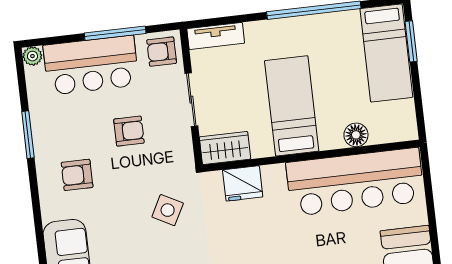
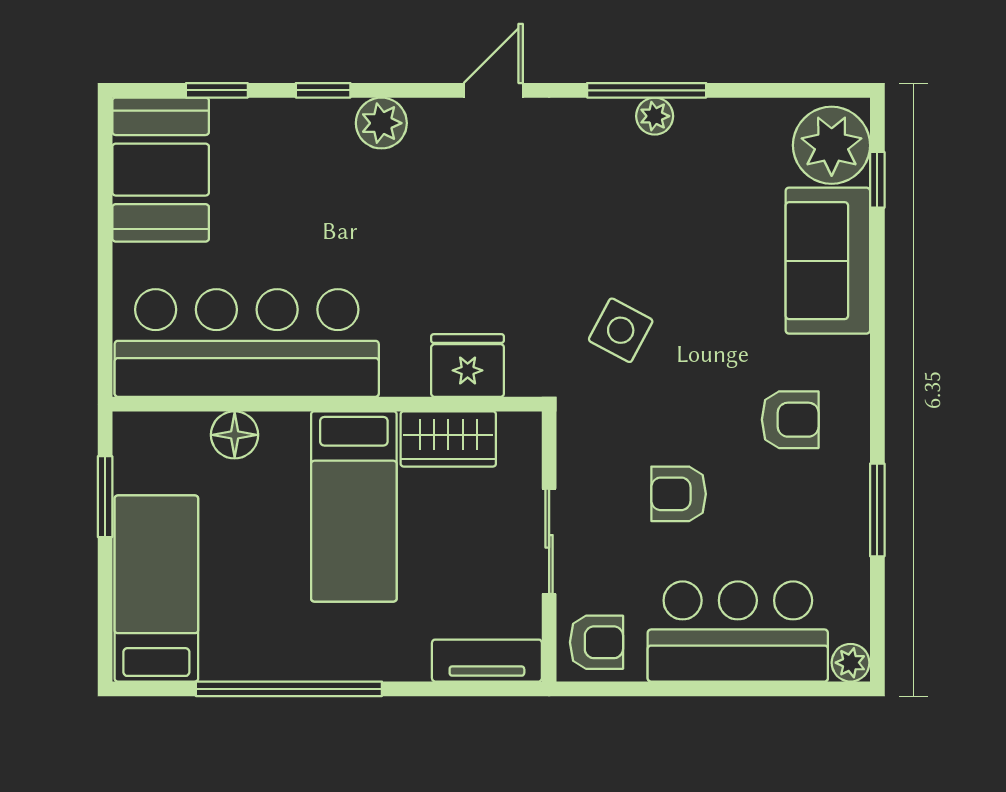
window: (115, 33) -> (683, 689), removed
window: (411, 41) -> (105, 497), moved
wardrobe: (225, 148) -> (448, 439), moved

